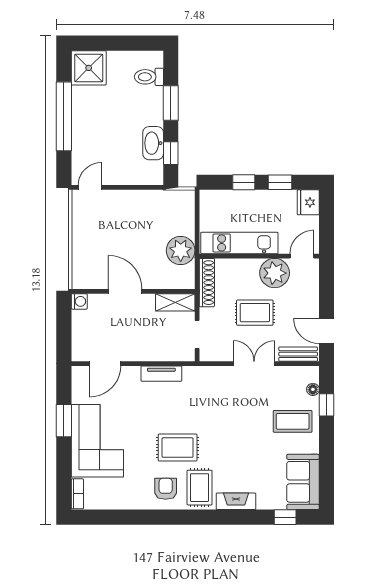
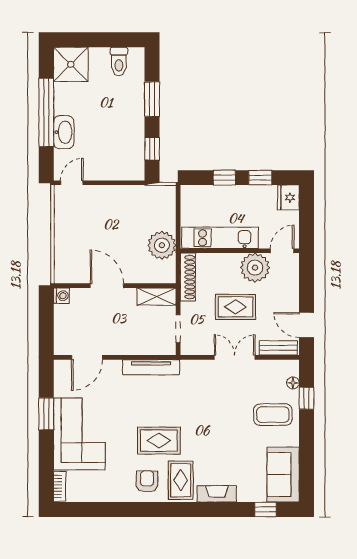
toilet: (149, 77) -> (119, 61), moved, turned -90
washbasin: (153, 143) -> (64, 132), moved, turned 180
tv unit: (161, 374) -> (151, 367), width x1.41

